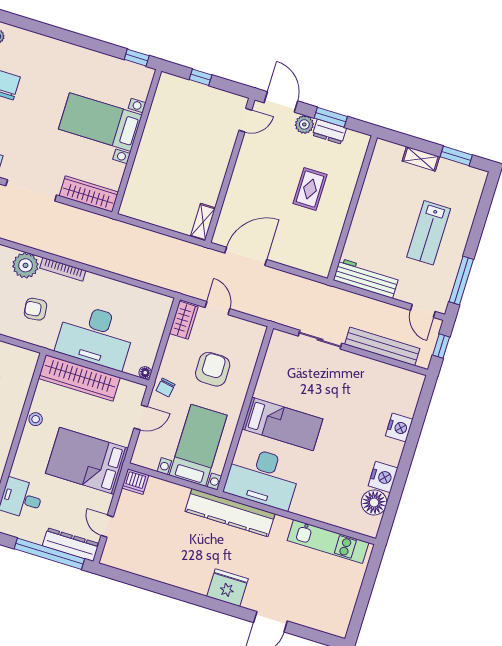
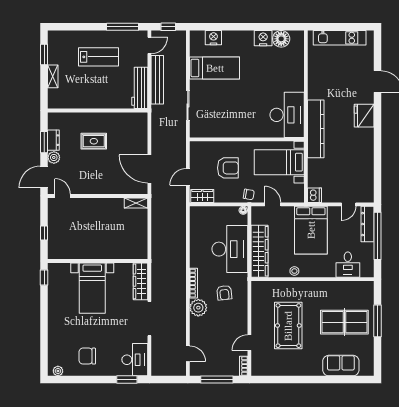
bench: (382, 346) -> (157, 80), moved
armchair: (213, 369) -> (228, 168), turned 180
bed: (282, 424) -> (215, 68), moved, turned 90
nightstand: (399, 428) -> (213, 38), moved
kitchen unit: (328, 542) -> (340, 38), moved, turned 90

